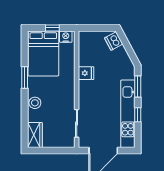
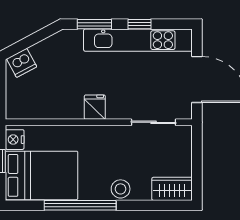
fridge: (86, 73) -> (95, 107), moved
window: (25, 78) -> (80, 205), width x2.11

